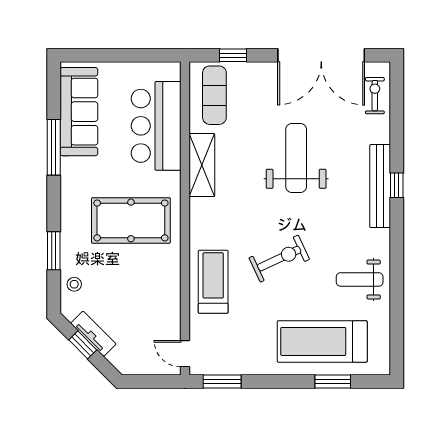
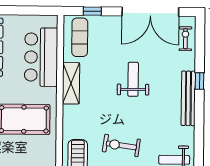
weight bench: (296, 158) -> (133, 79), width x0.73, depth x0.75
window: (397, 185) -> (199, 81), moved
exercise bike: (279, 259) -> (121, 145), turned -147

